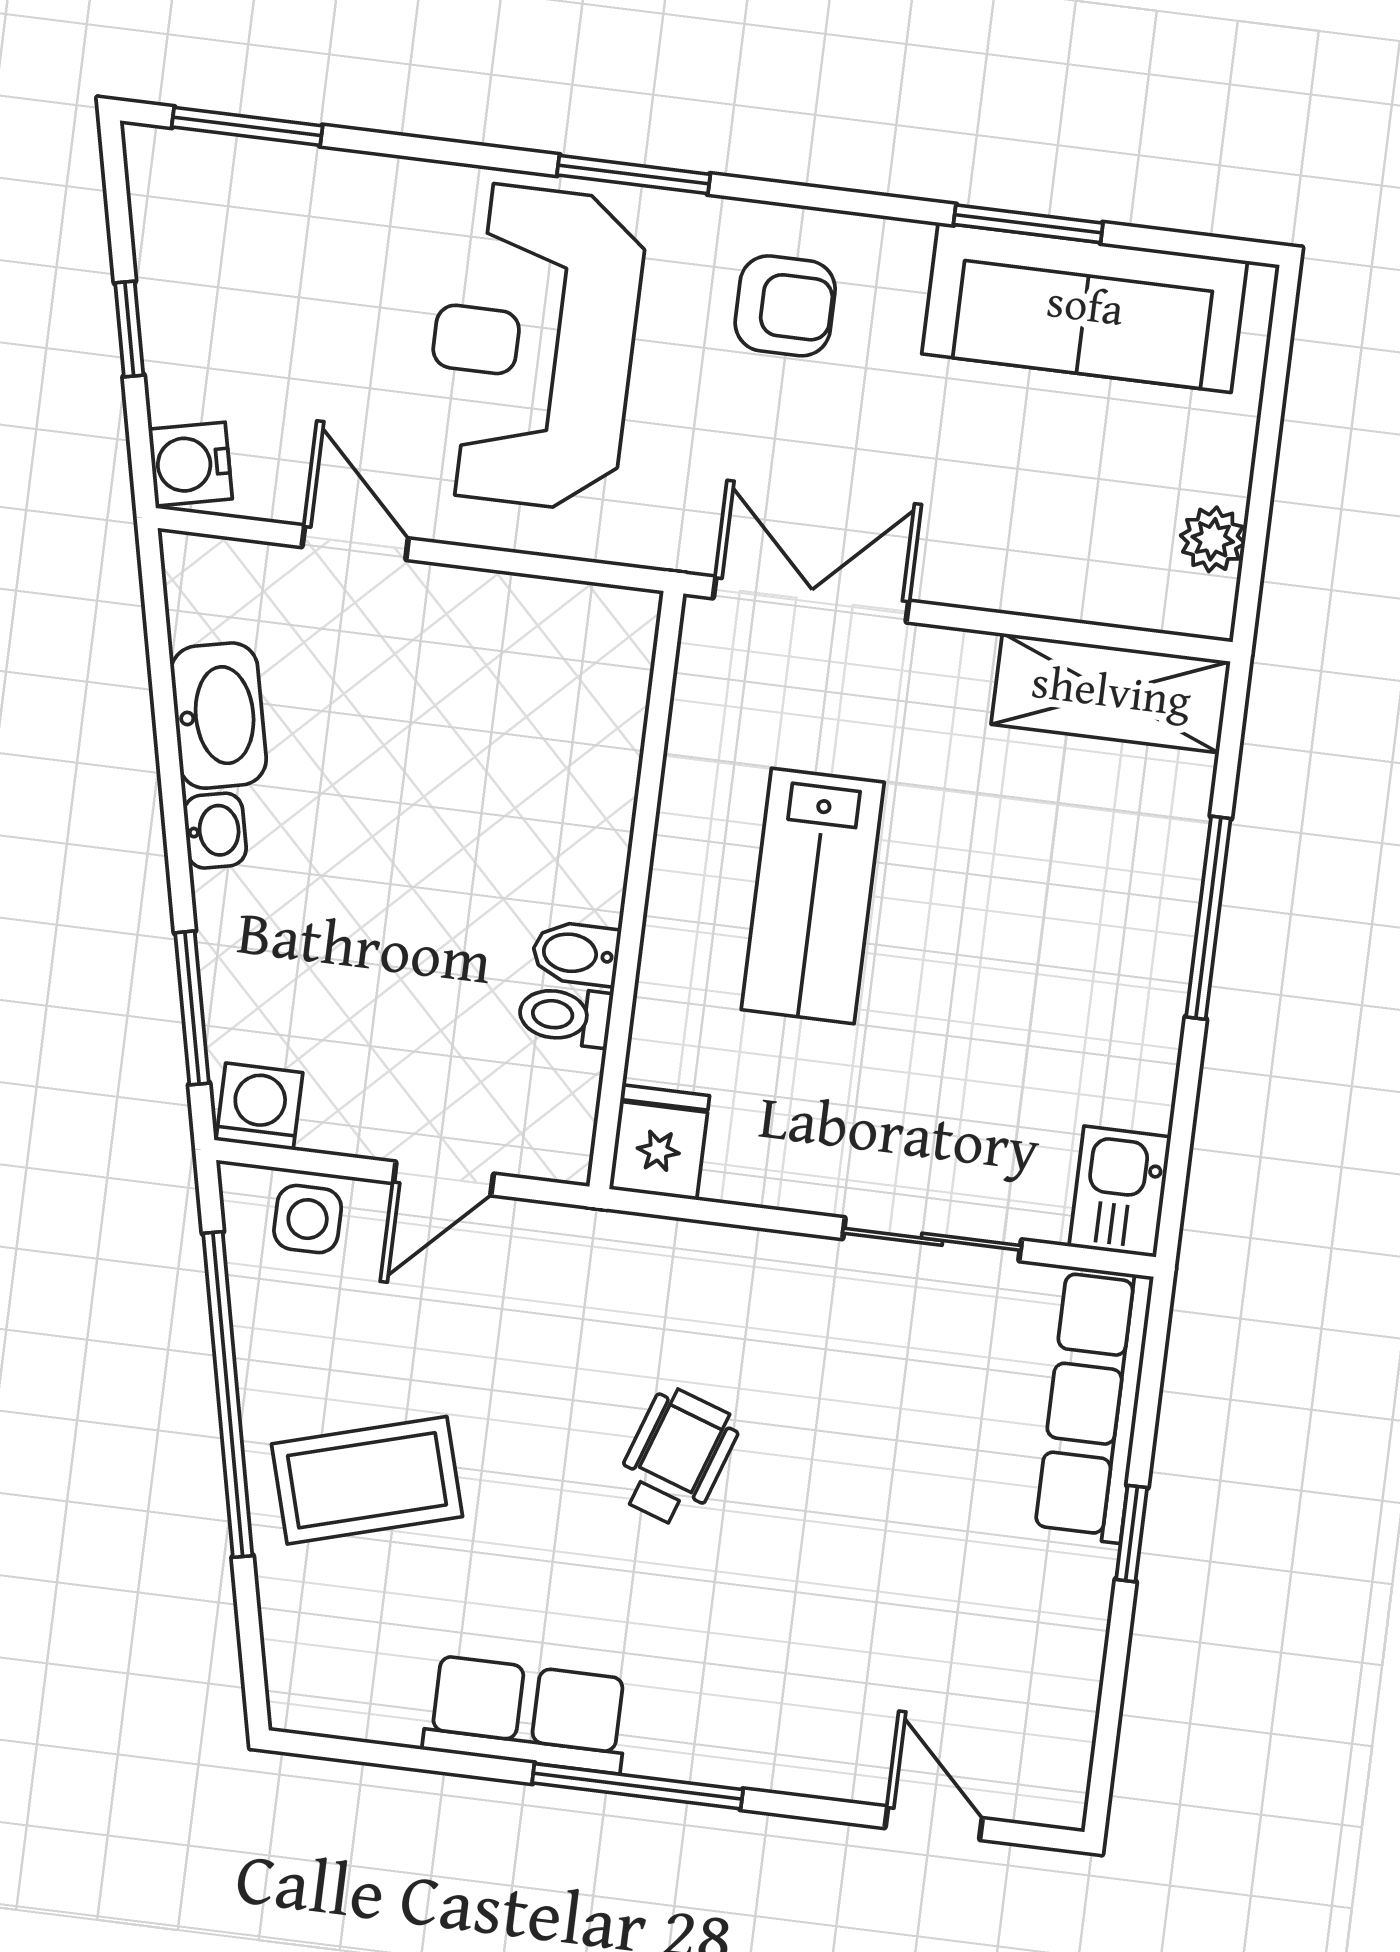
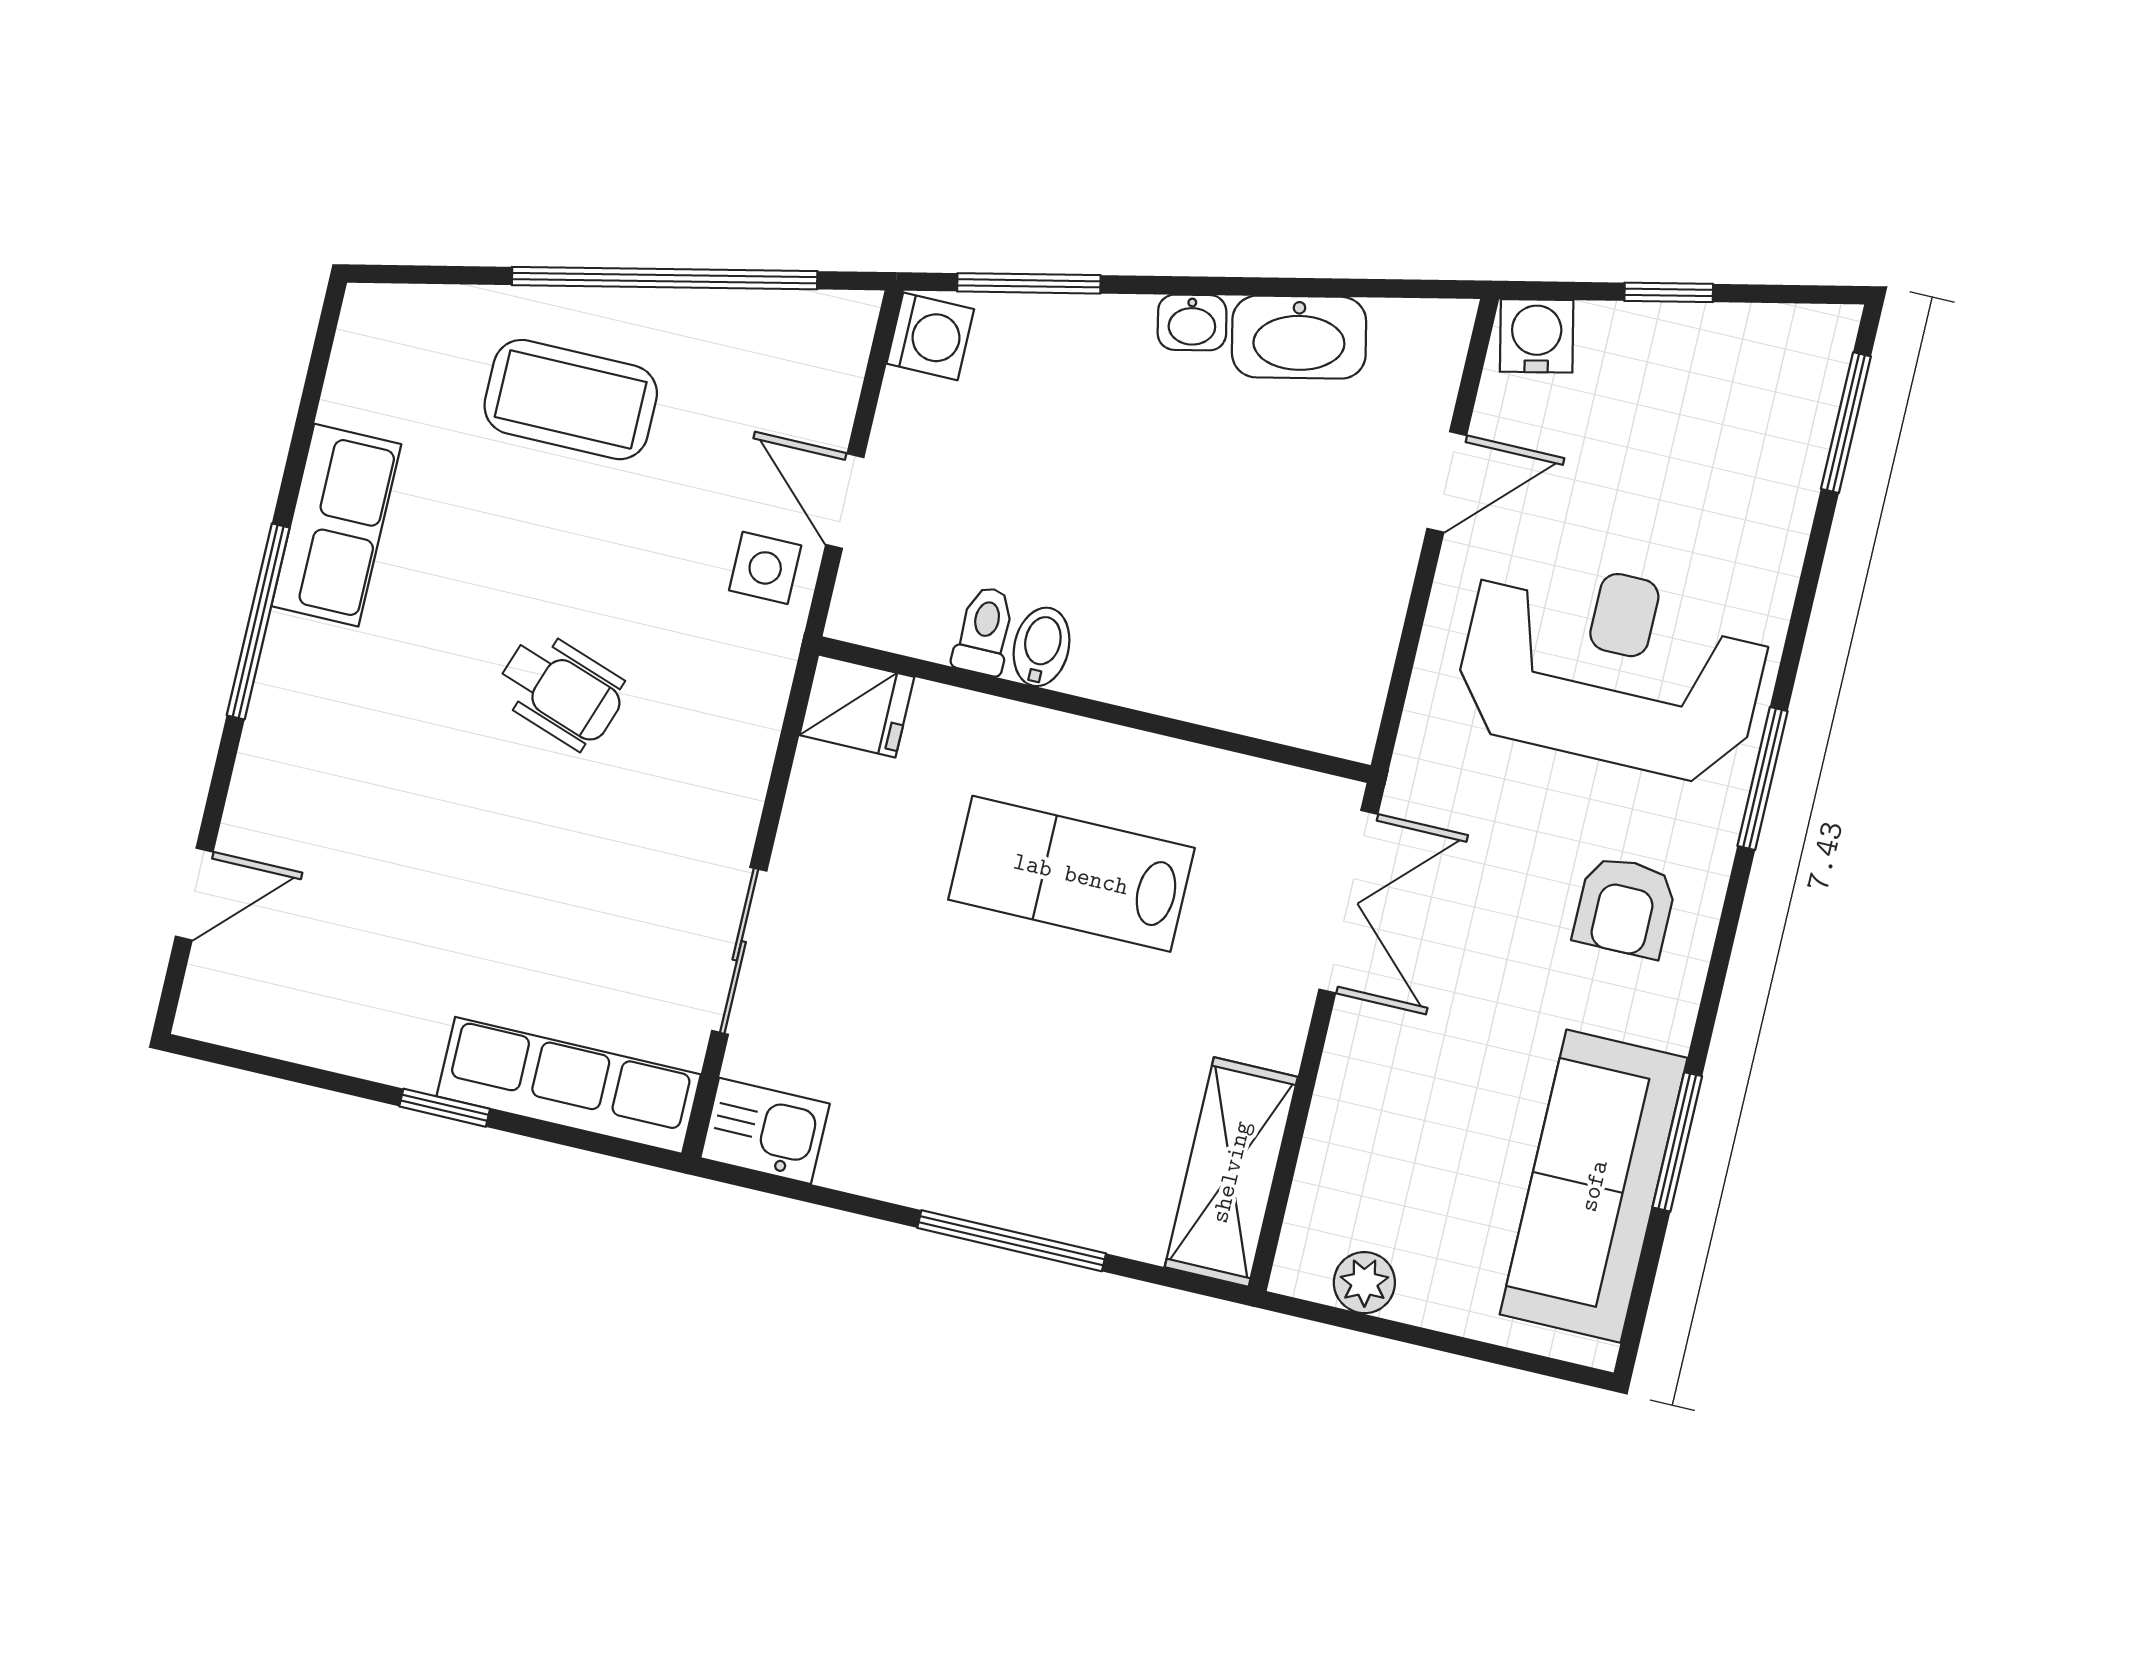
side table: (308, 1219) -> (765, 568), moved
coffee table: (367, 1480) -> (571, 400), turned -74

